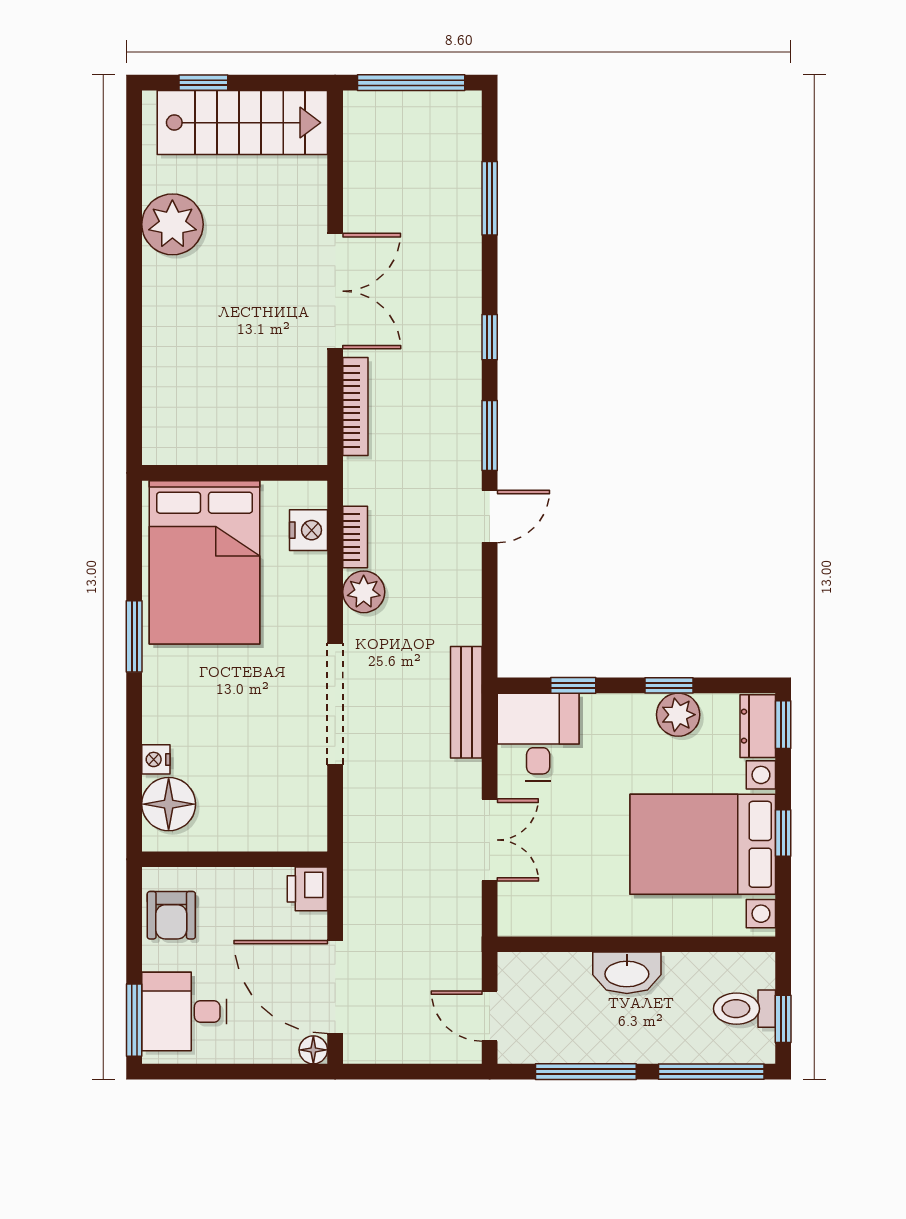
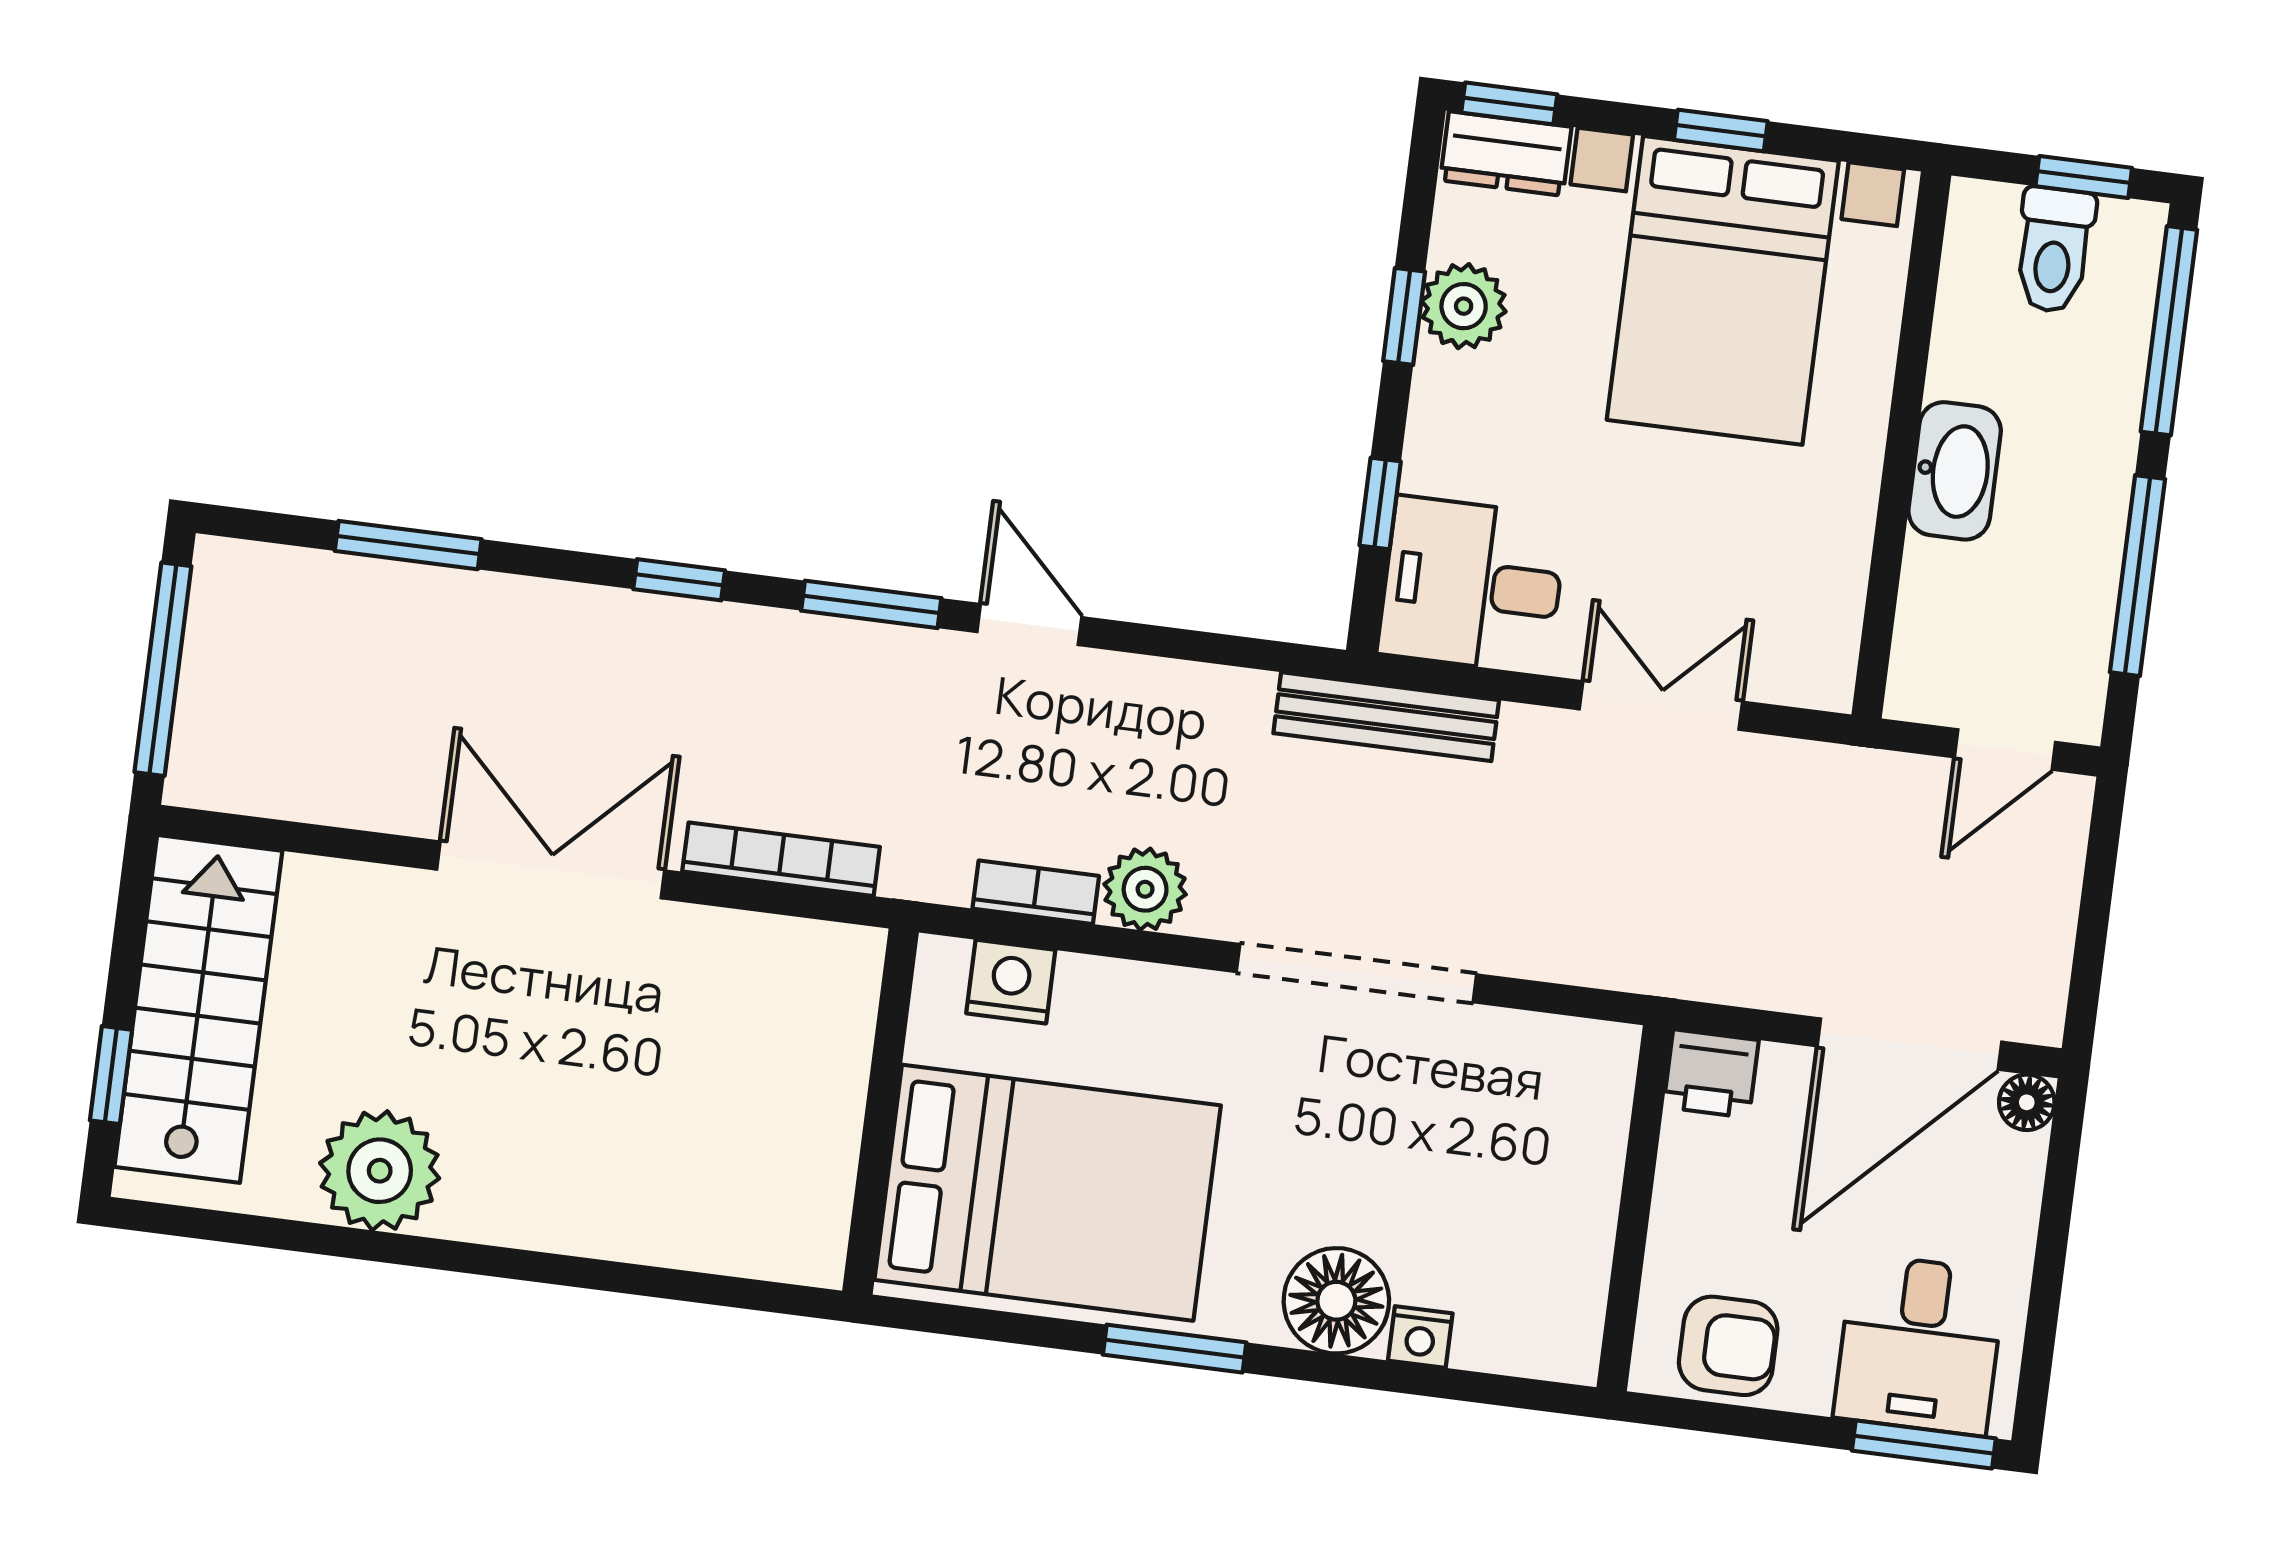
floor lamp: (169, 804) -> (1336, 1301), moved

